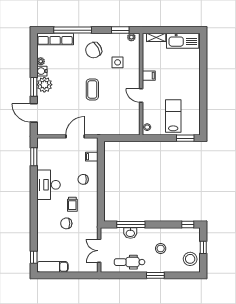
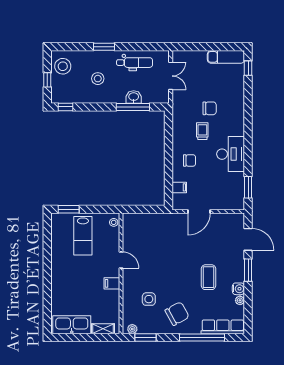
plant: (44, 85) -> (235, 273), removed
coffee table: (92, 89) -> (209, 277), moved

